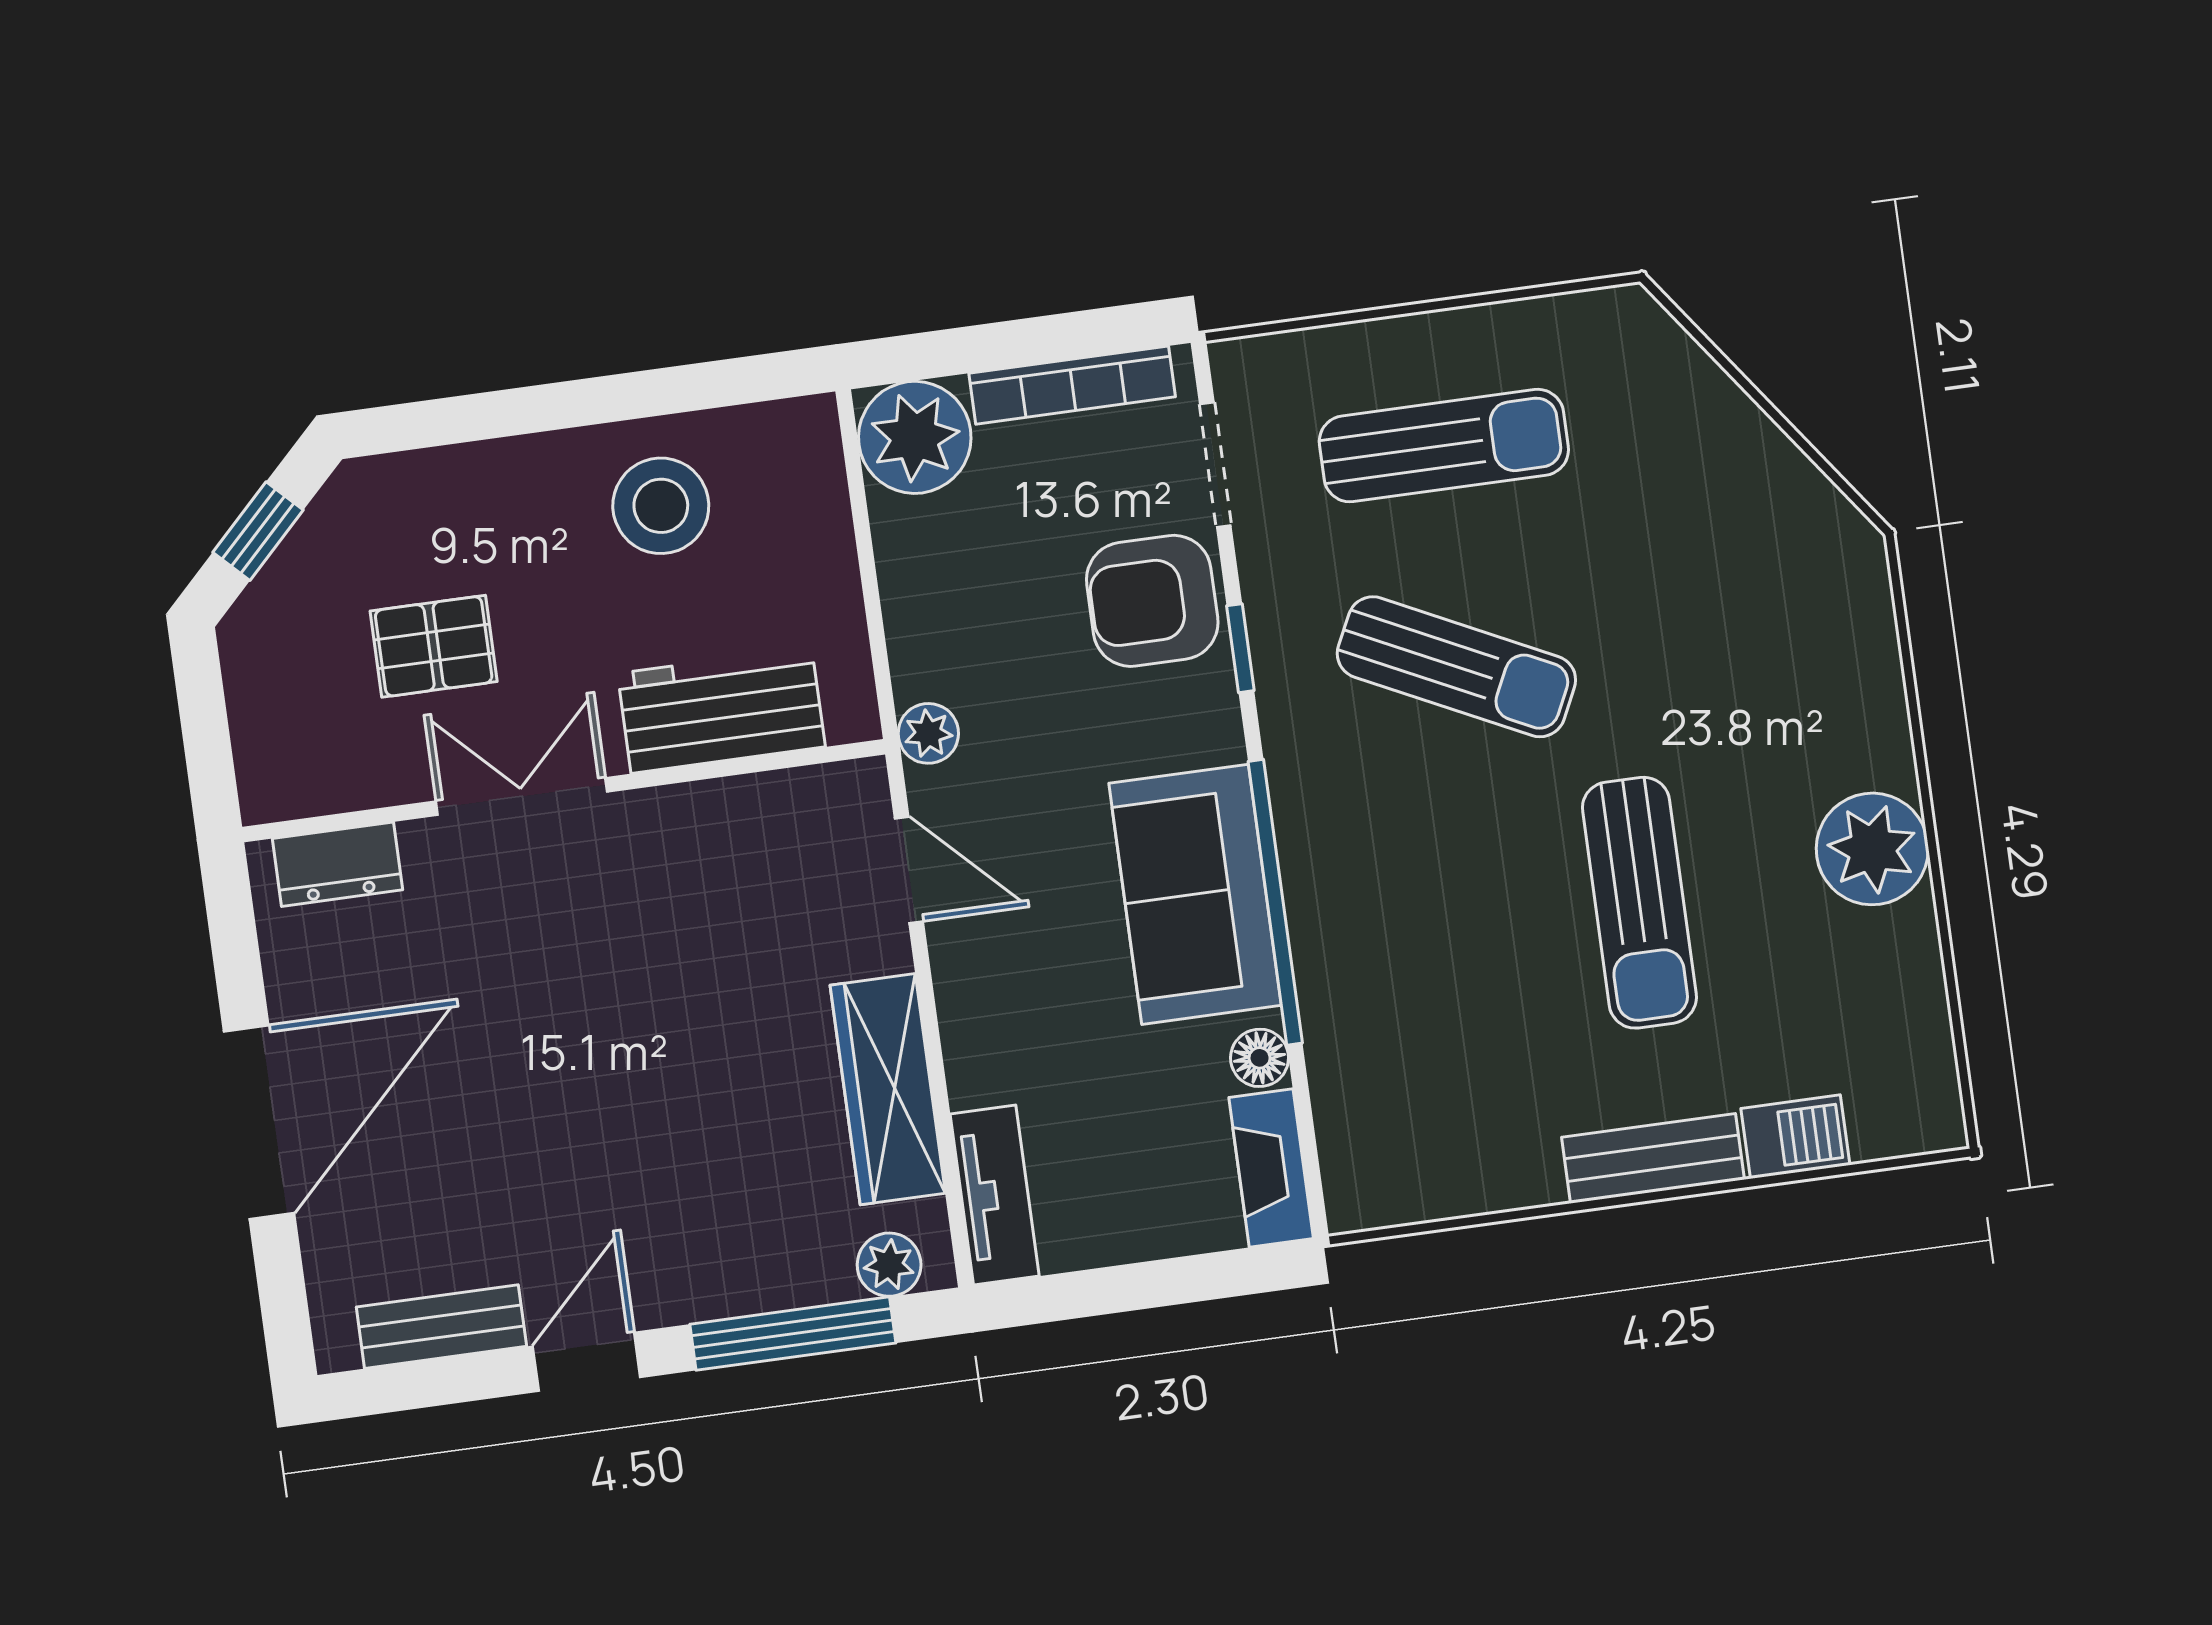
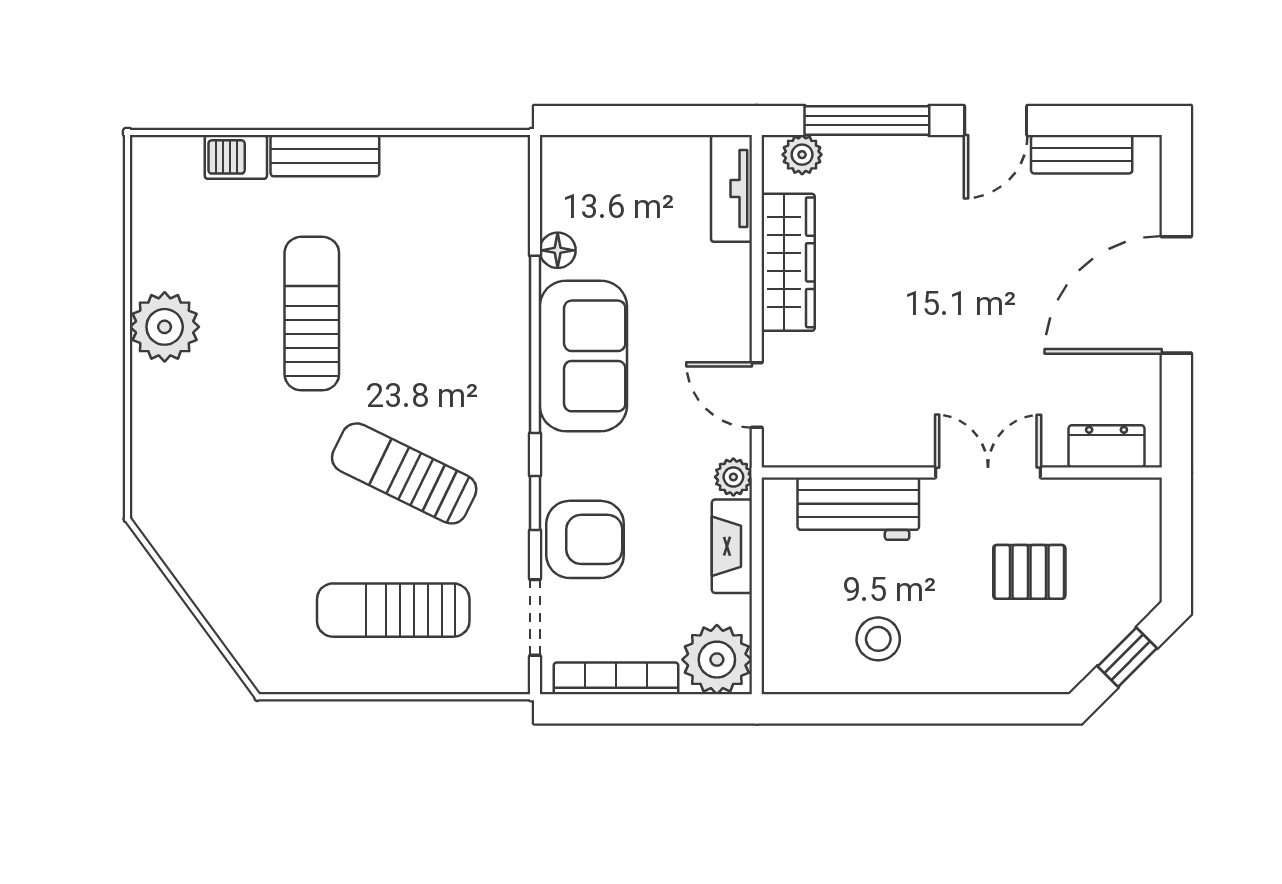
stool: (661, 506) -> (878, 639), width x0.73, depth x0.73
double door: (522, 796) -> (988, 473), swing flipped
fireplace: (1271, 1168) -> (732, 546), moved, turned 180

